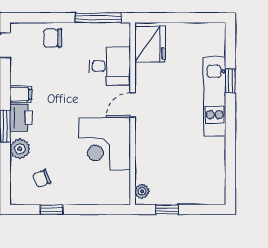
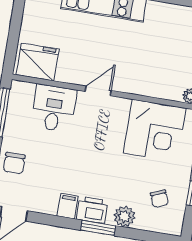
door: (133, 105) -> (98, 91), swing flipped
corner desk: (105, 144) -> (155, 130), moved

